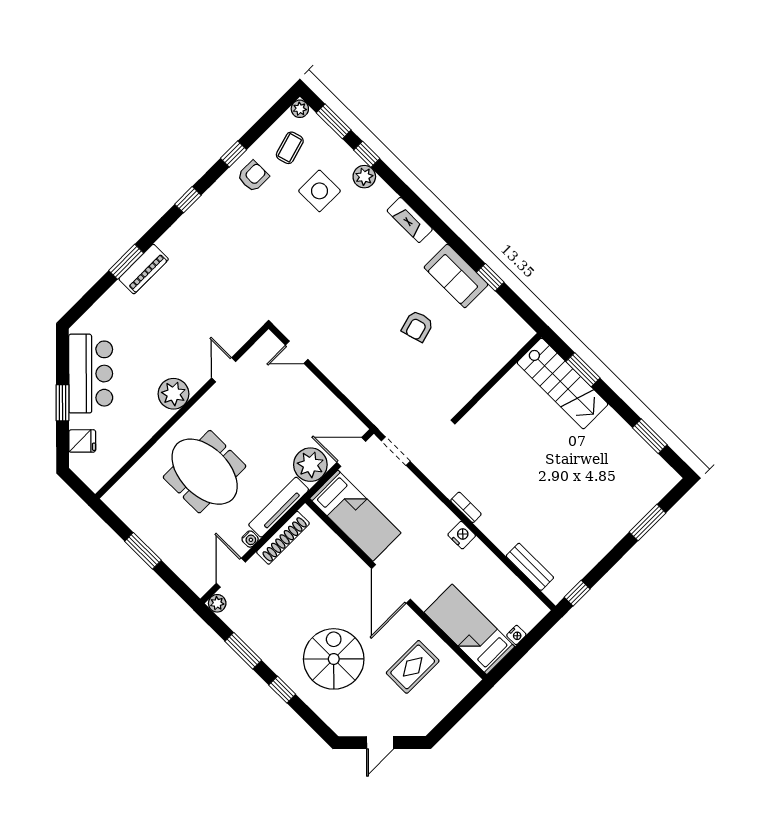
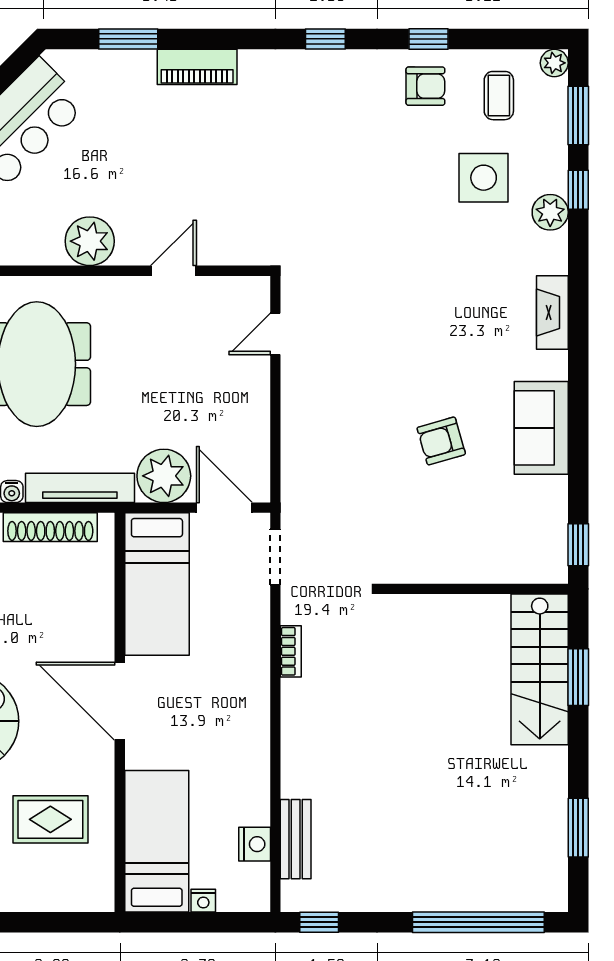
coffee table: (290, 148) -> (499, 96), turned -74
window: (126, 262) -> (128, 39), moved
window: (490, 277) -> (578, 545), moved
door: (297, 352) -> (275, 334), hinge flipped
bookcase: (466, 507) -> (291, 651), moved
window: (648, 522) -> (478, 922), width x2.11
nightstand: (462, 535) -> (255, 844), moved
door: (391, 584) -> (120, 701), hinge flipped

